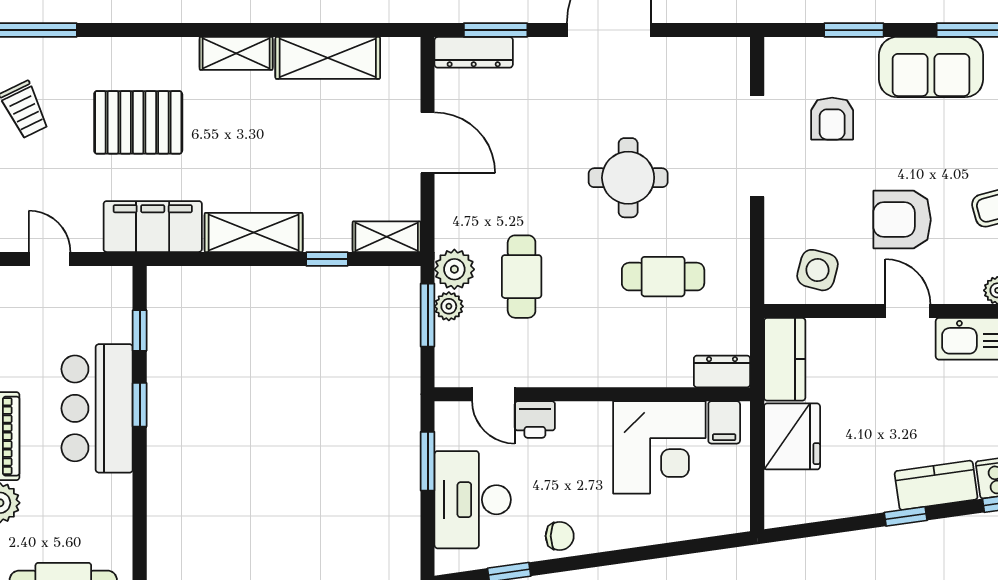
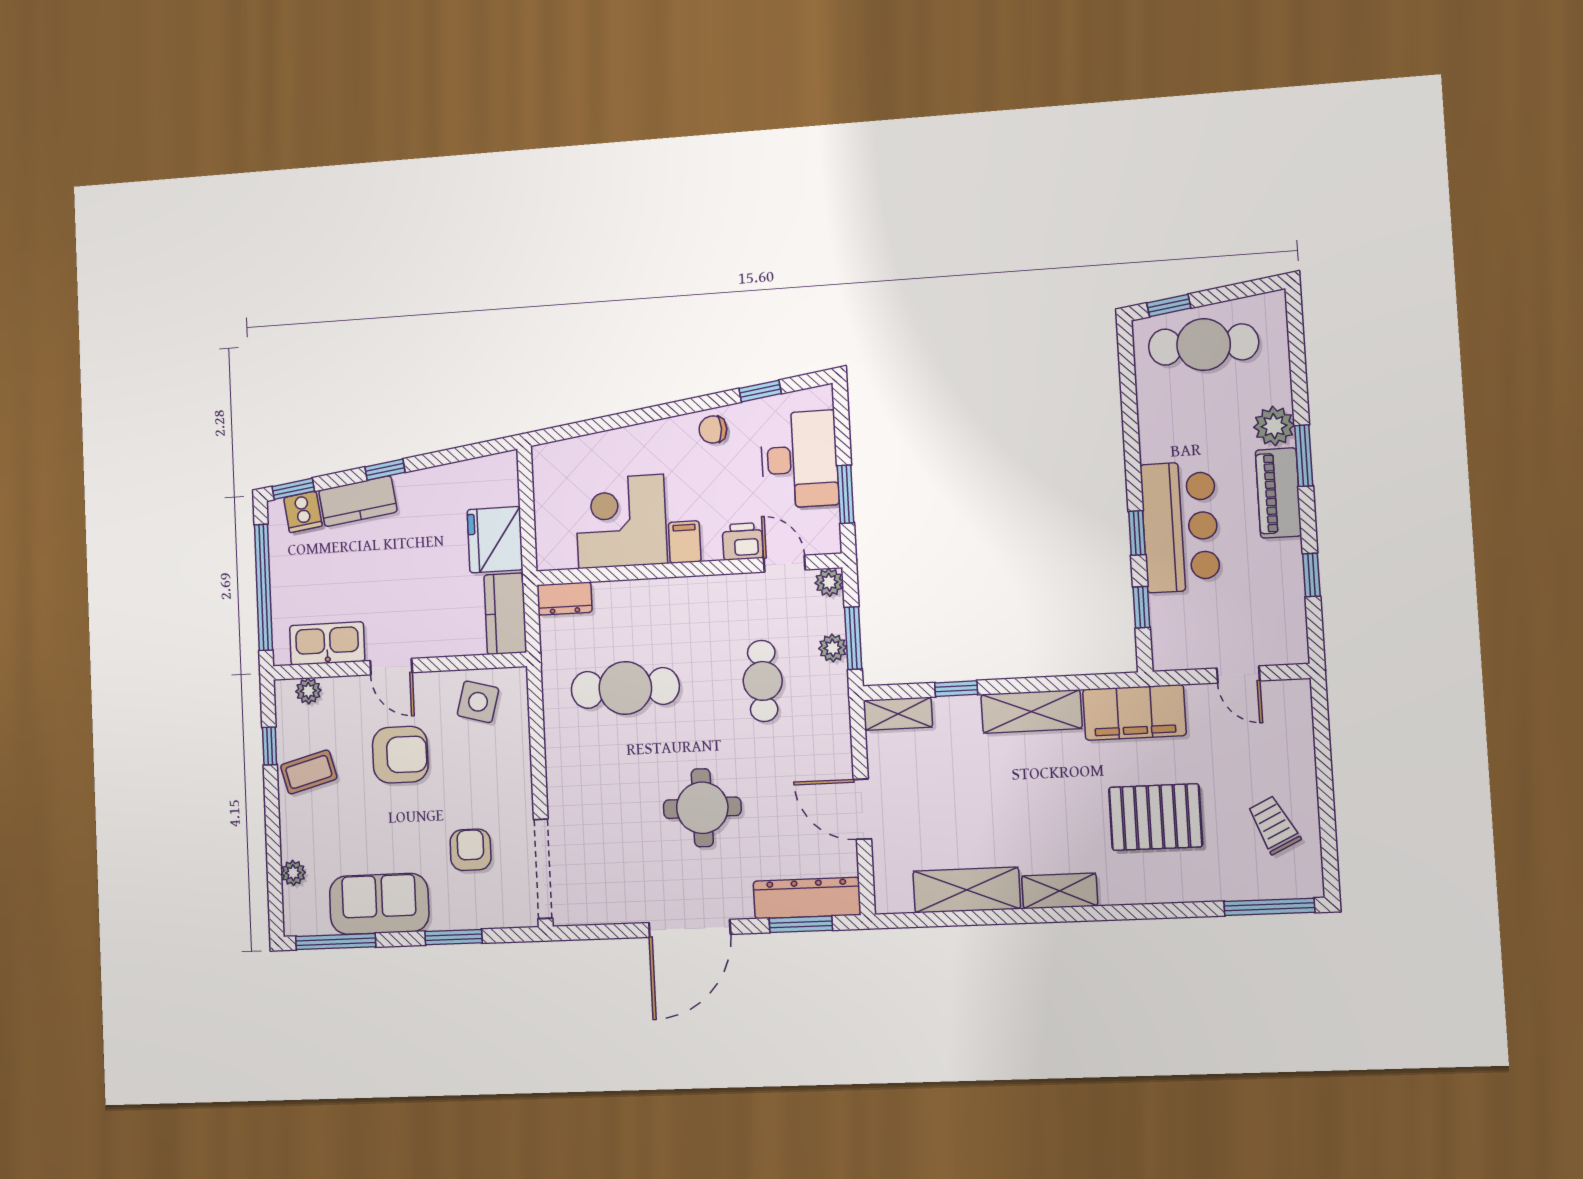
dresser: (474, 52) -> (807, 898), width x1.37, depth x1.24
doorway: (757, 146) -> (543, 869), moved
round table: (628, 178) -> (702, 808), moved
plant: (454, 269) -> (829, 582), moved, width x0.73, depth x0.73
cafe table: (663, 277) -> (625, 688), width x1.37, depth x1.35
filing cabinet: (724, 422) -> (685, 542), moved

